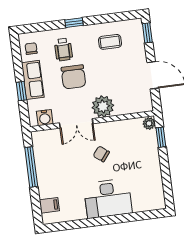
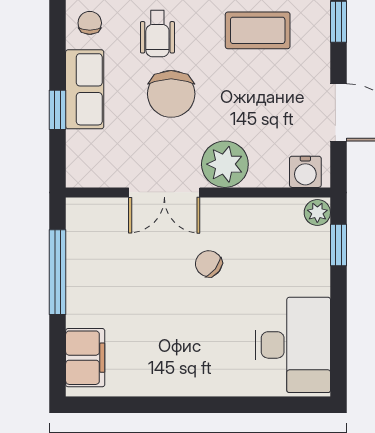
coffee table: (110, 42) -> (258, 30), width x1.36, depth x1.30
water cooler: (45, 118) -> (305, 172), moved
desk: (108, 198) -> (293, 345), moved, turned -90
filing cabinet: (49, 205) -> (85, 358), width x2.00

